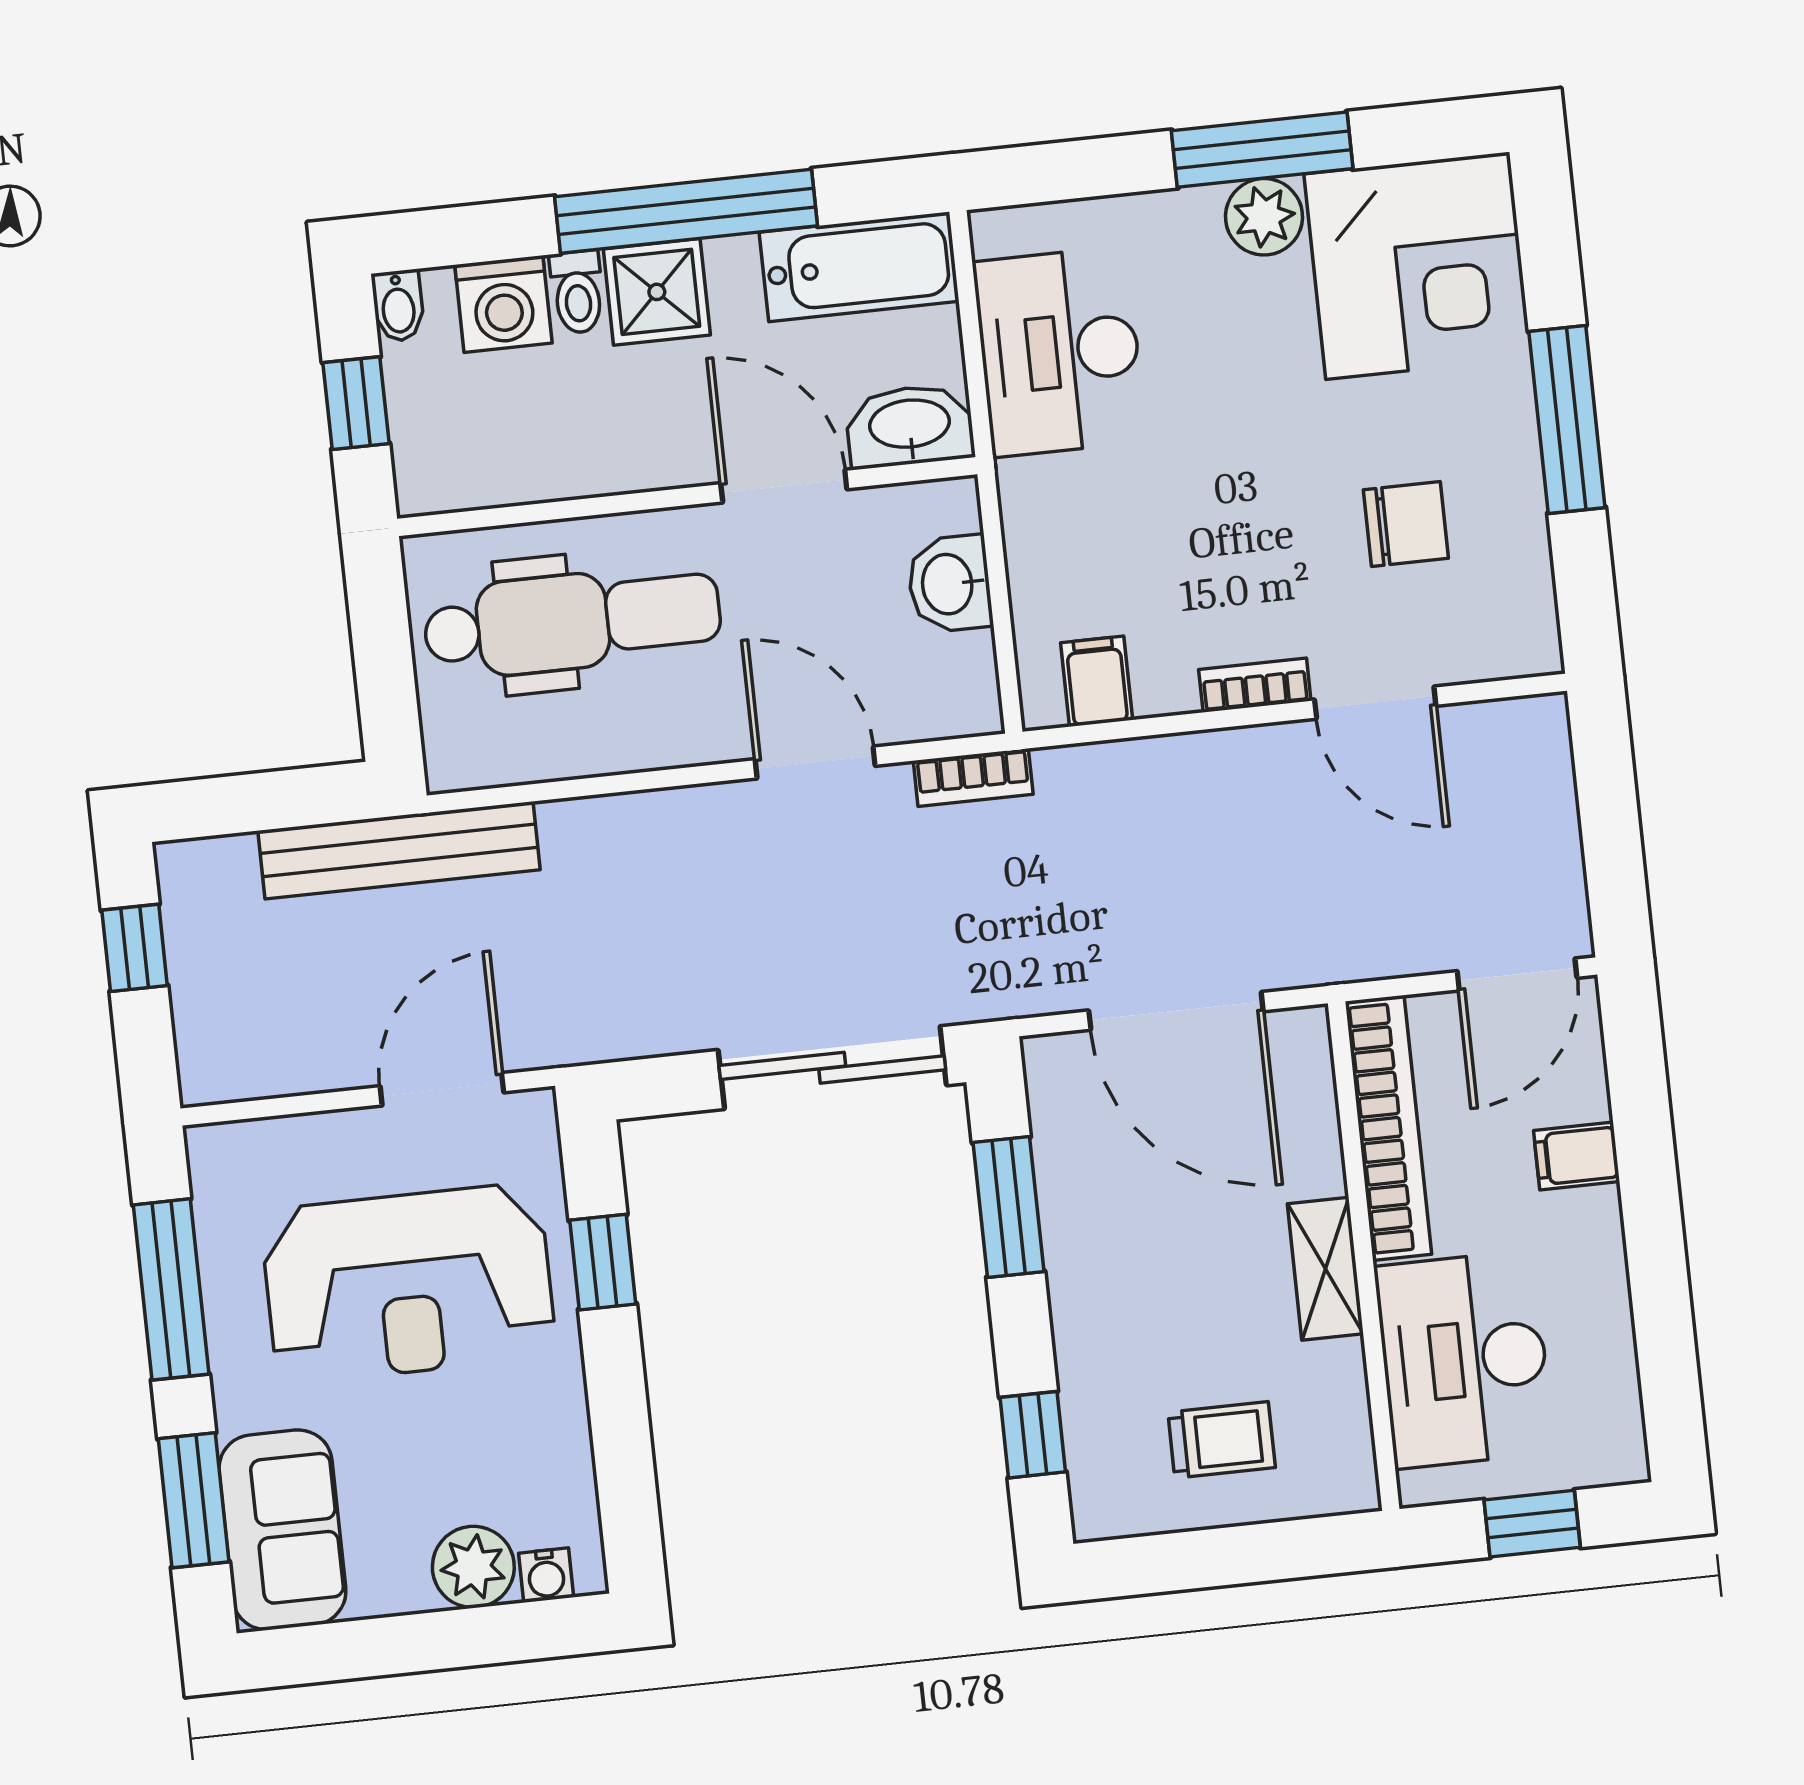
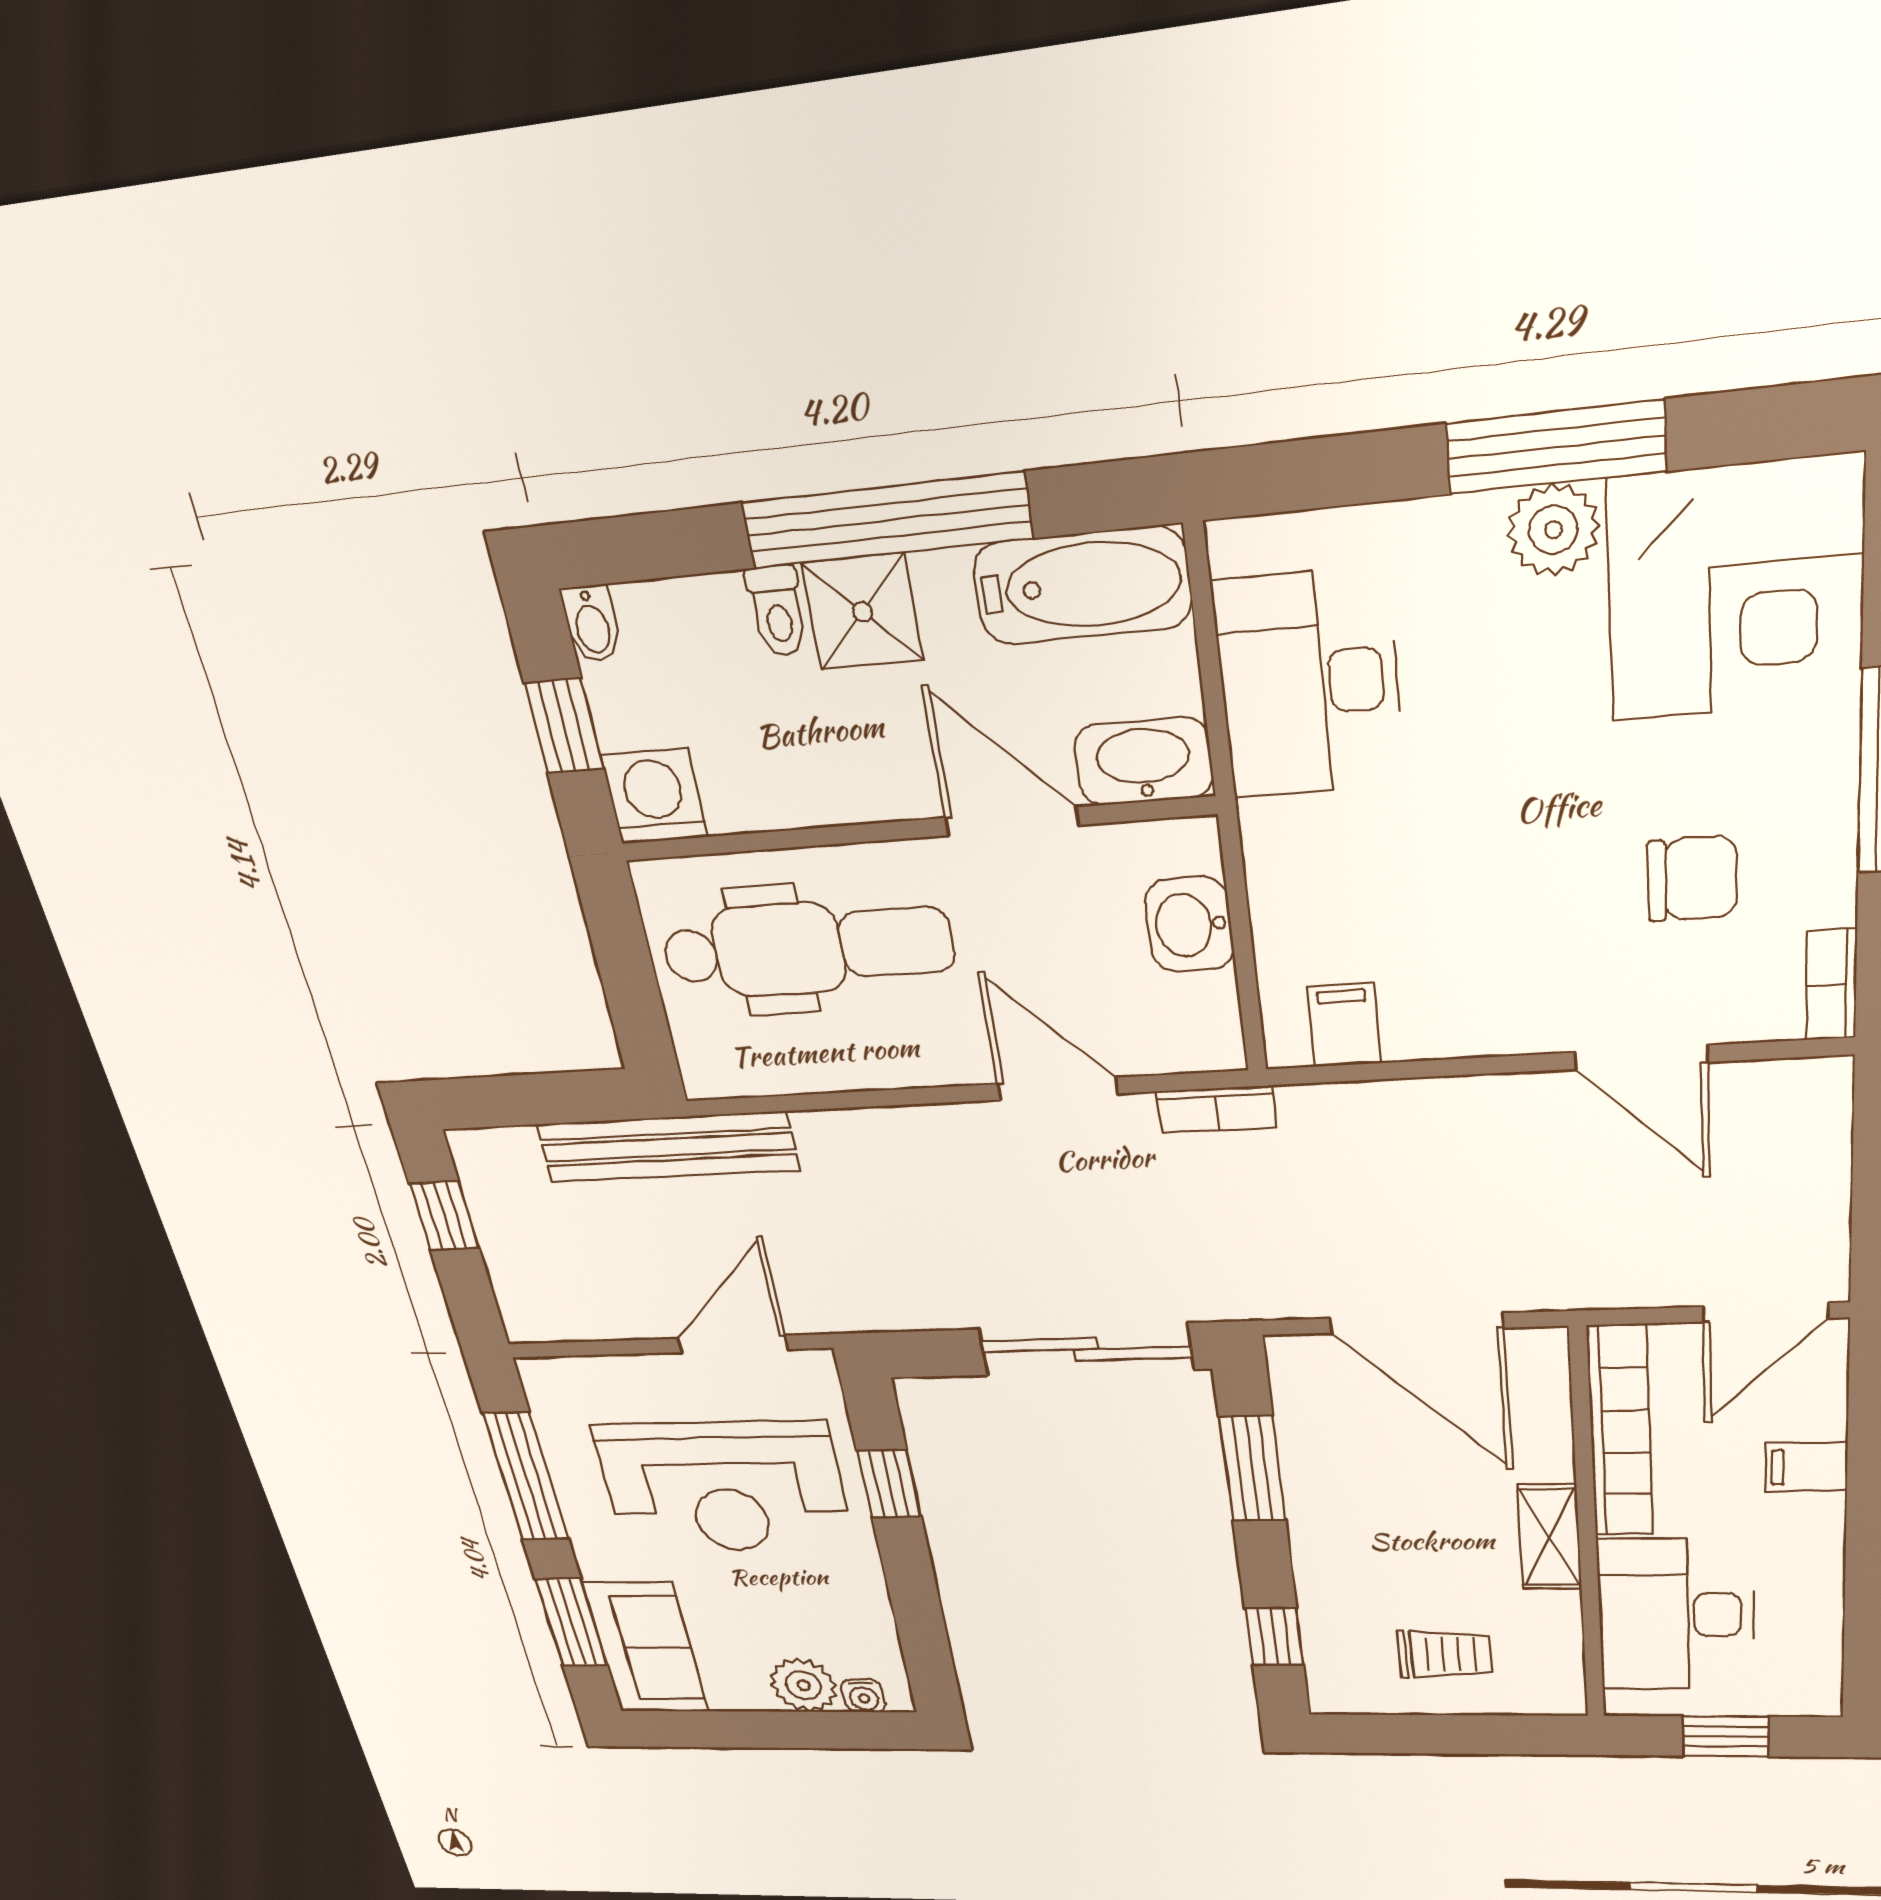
washing machine: (503, 304) -> (654, 796), moved, turned 180
bookcase: (1255, 685) -> (1831, 985), moved, turned -90

